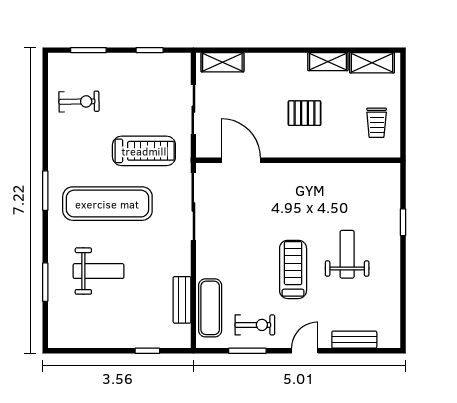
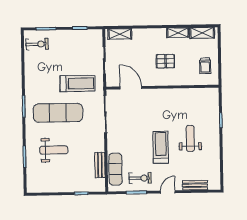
exercise bike: (79, 102) -> (37, 44), moved

